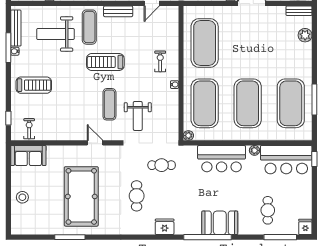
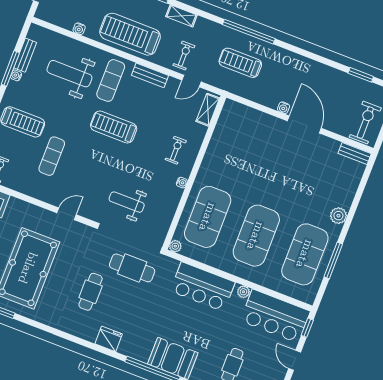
shelving: (173, 21) -> (208, 110), added
bench: (16, 28) -> (25, 55), width x0.73
plant: (305, 35) -> (338, 216), moved
exercise mat: (205, 43) -> (234, 149), removed
exercise mat: (109, 104) -> (52, 156), moved
weight bench: (138, 116) -> (127, 202), turned 90
door: (95, 143) -> (67, 214), hinge flipped
cafe table: (162, 165) -> (132, 268), width x1.37, depth x1.35
door: (314, 188) -> (295, 360), added

